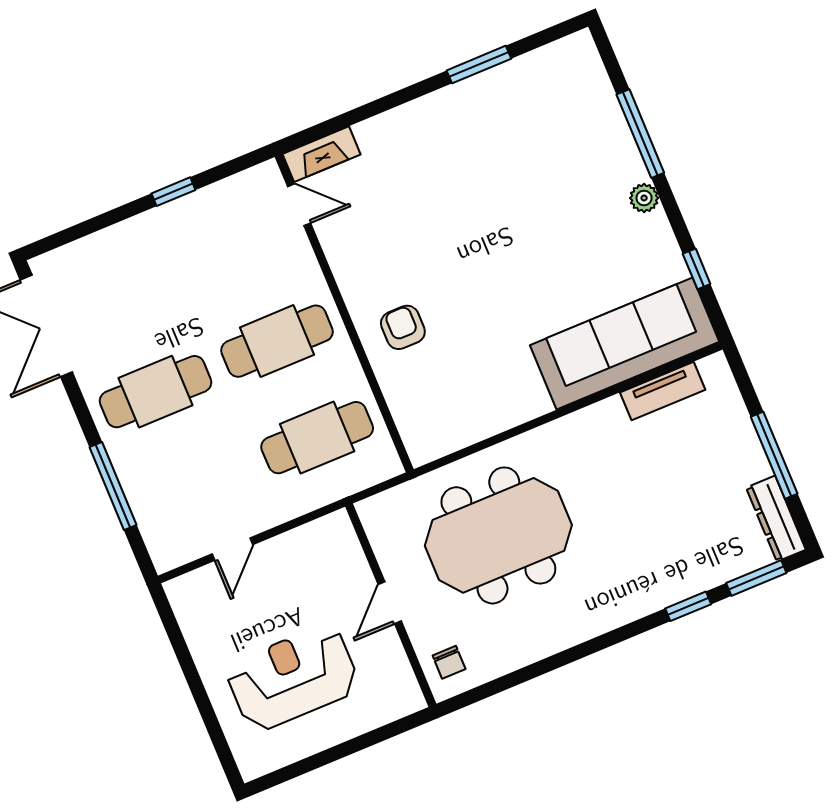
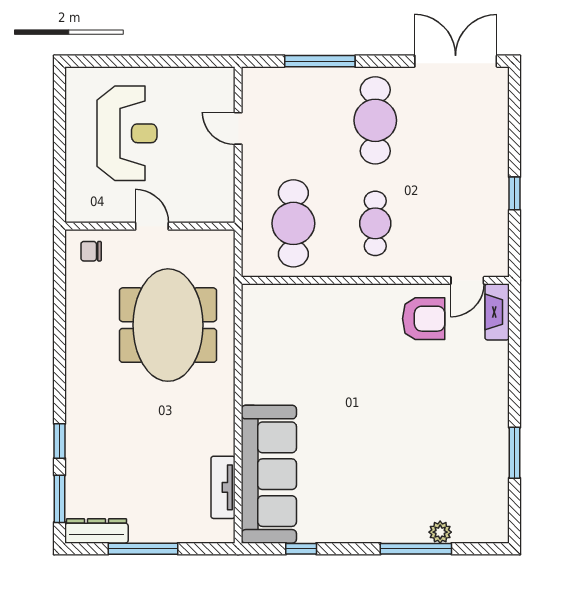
plant: (644, 198) -> (440, 532), moved
armchair: (403, 327) -> (424, 319), moved, width x1.38, depth x1.38
cafe table: (277, 341) -> (375, 223), width x0.73, depth x0.74

